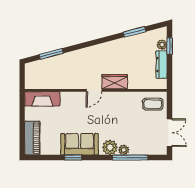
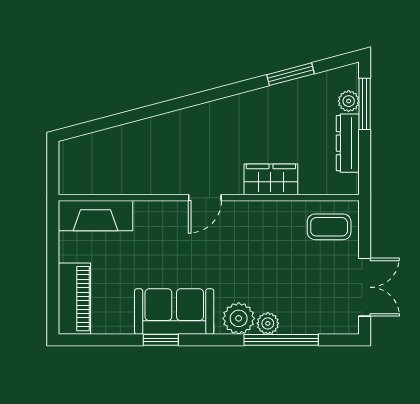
window: (170, 46) -> (365, 104), width x1.50
window: (51, 54) -> (114, 121), removed
wardrobe: (115, 82) -> (271, 179), moved

